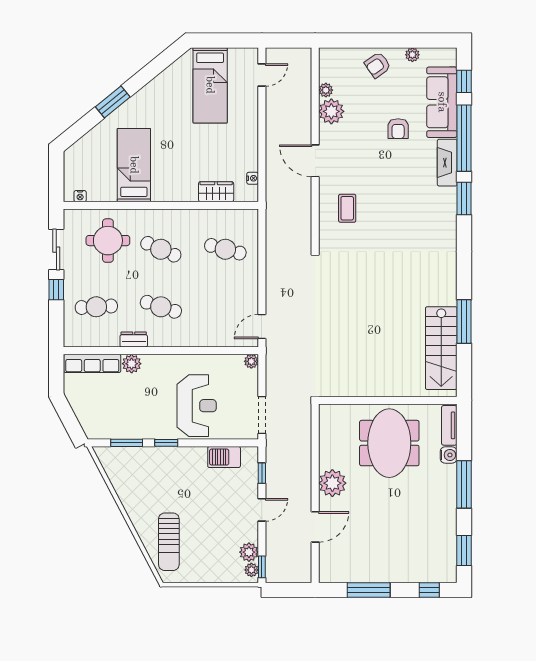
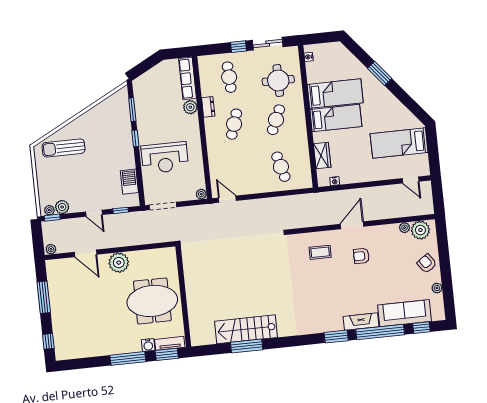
plant: (331, 111) -> (420, 230), moved
armchair: (398, 129) -> (361, 256), moved
bed: (167, 168) -> (336, 118), added
cafe table: (225, 249) -> (281, 167), turned -30
stairs: (441, 348) -> (246, 329), moved
window: (464, 550) -> (167, 354), moved
plant: (305, 573) -> (51, 249), added

